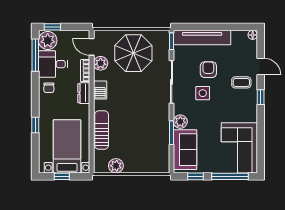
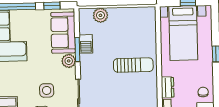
barbecue: (100, 90) -> (86, 44), moved, turned 180
sun lounger: (102, 130) -> (133, 65), moved, turned -90
plant: (116, 166) -> (100, 15), moved

